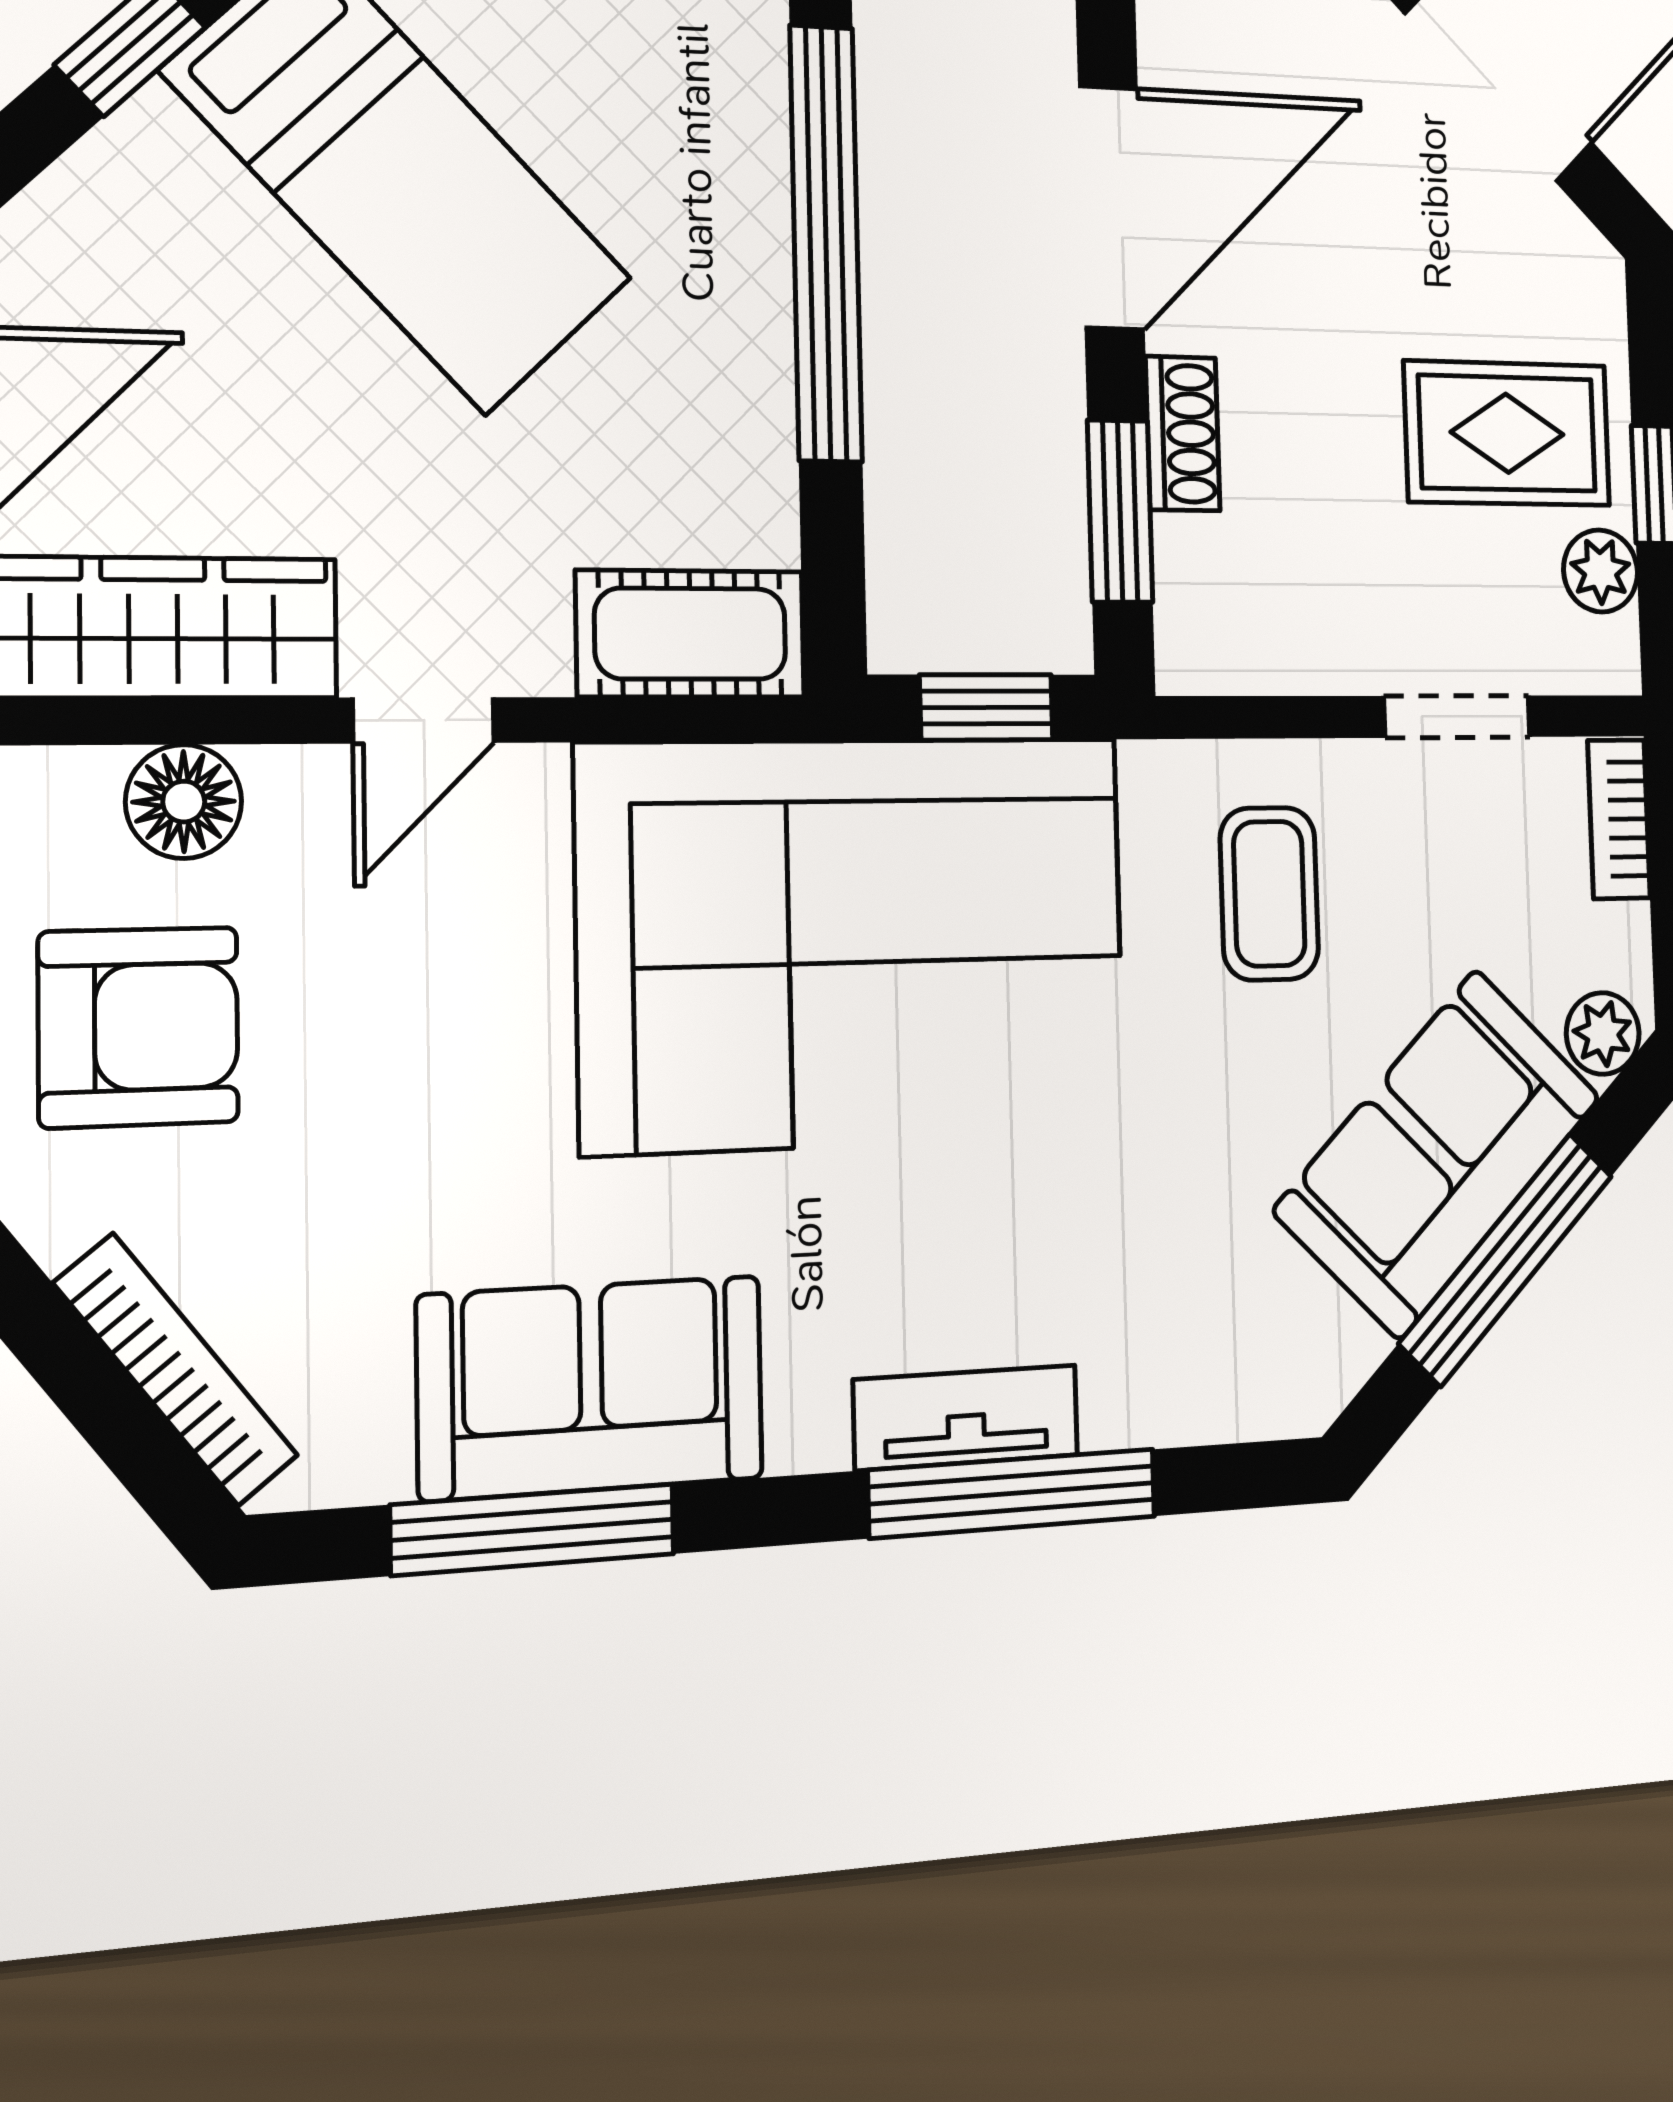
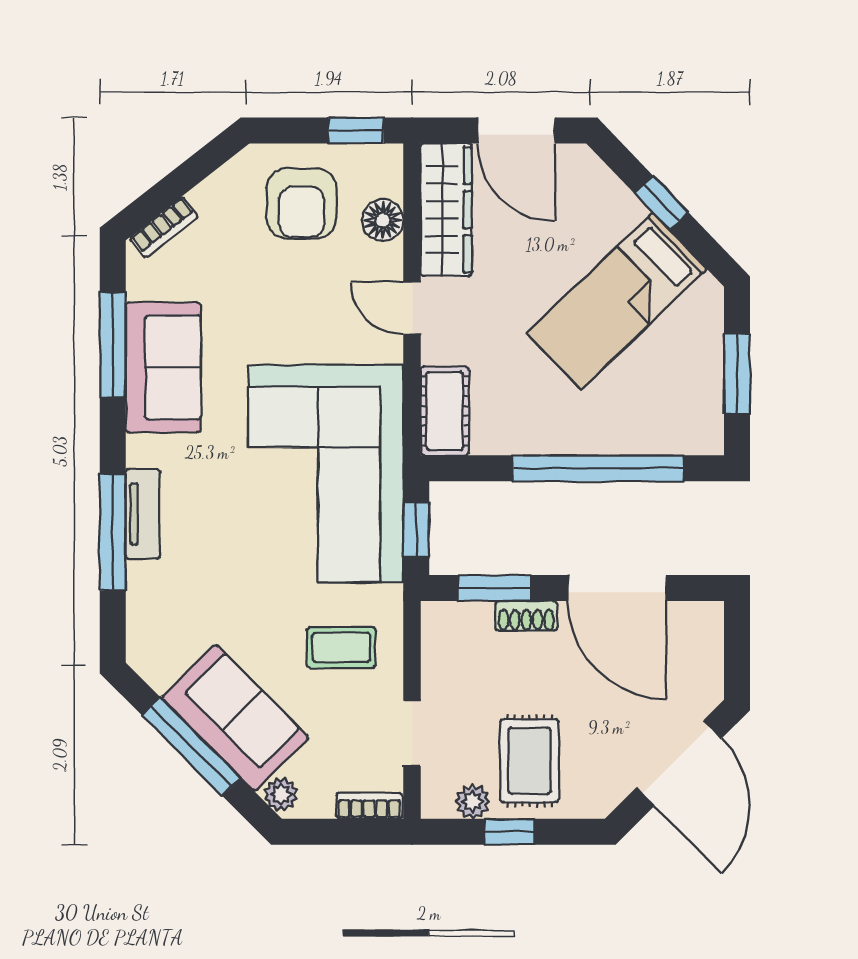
bookcase: (176, 1370) -> (164, 227), width x0.64

